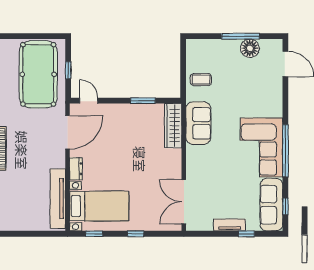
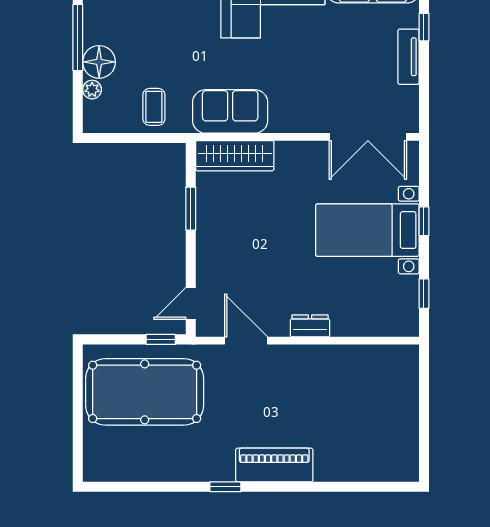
plant: (211, 44) -> (92, 90), added
floor lamp: (250, 48) -> (99, 62), moved
window: (68, 70) -> (161, 339), moved
door: (67, 132) -> (246, 341), width x0.73
tv unit: (58, 199) -> (362, 358), removed
bed with nightstands: (99, 206) -> (367, 230), moved, turned -90

